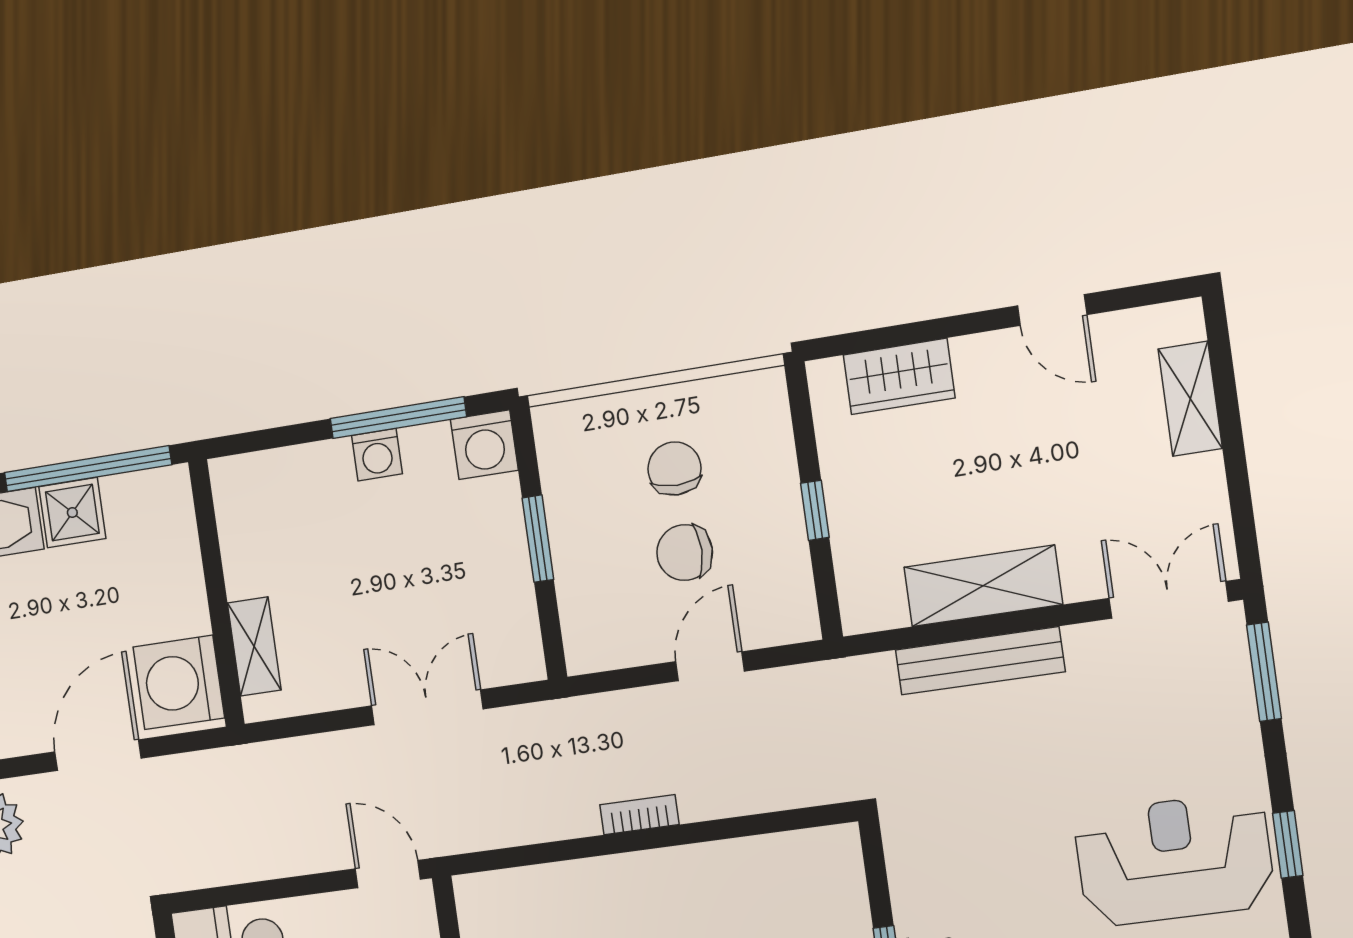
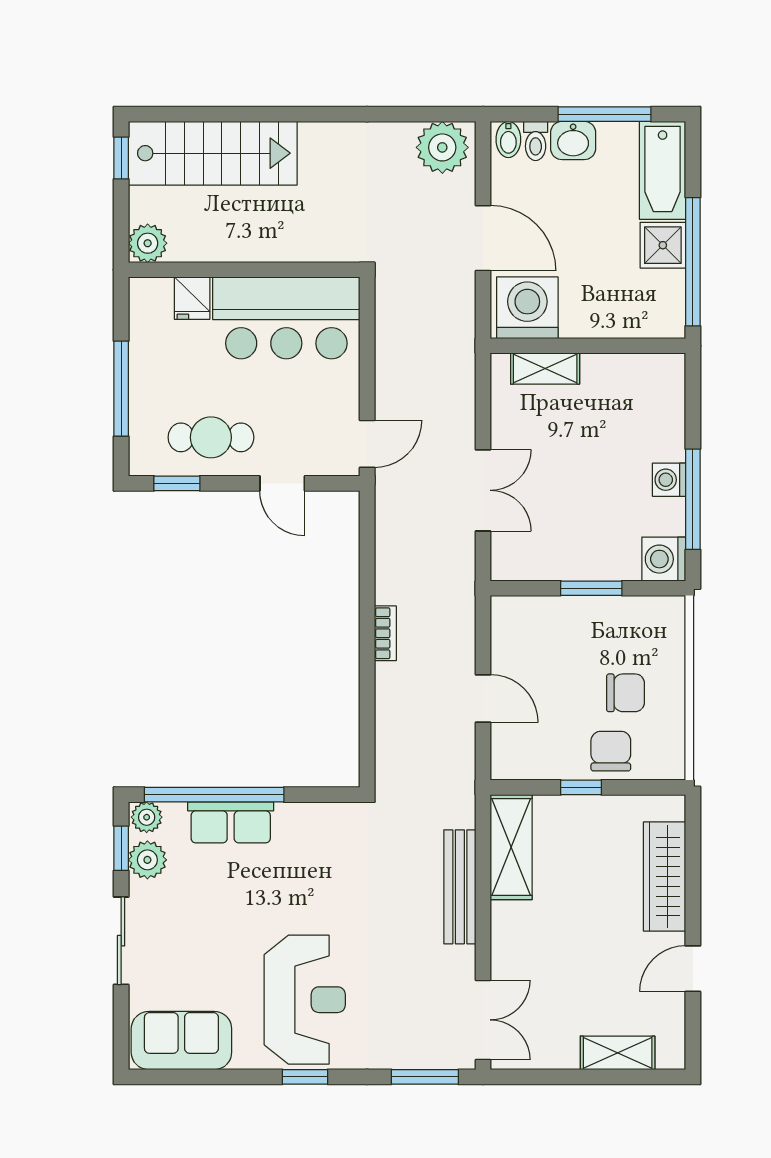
wardrobe: (899, 376) -> (665, 877), width x1.50
chair: (685, 553) -> (611, 751), moved
shelving: (983, 586) -> (511, 847), moved

